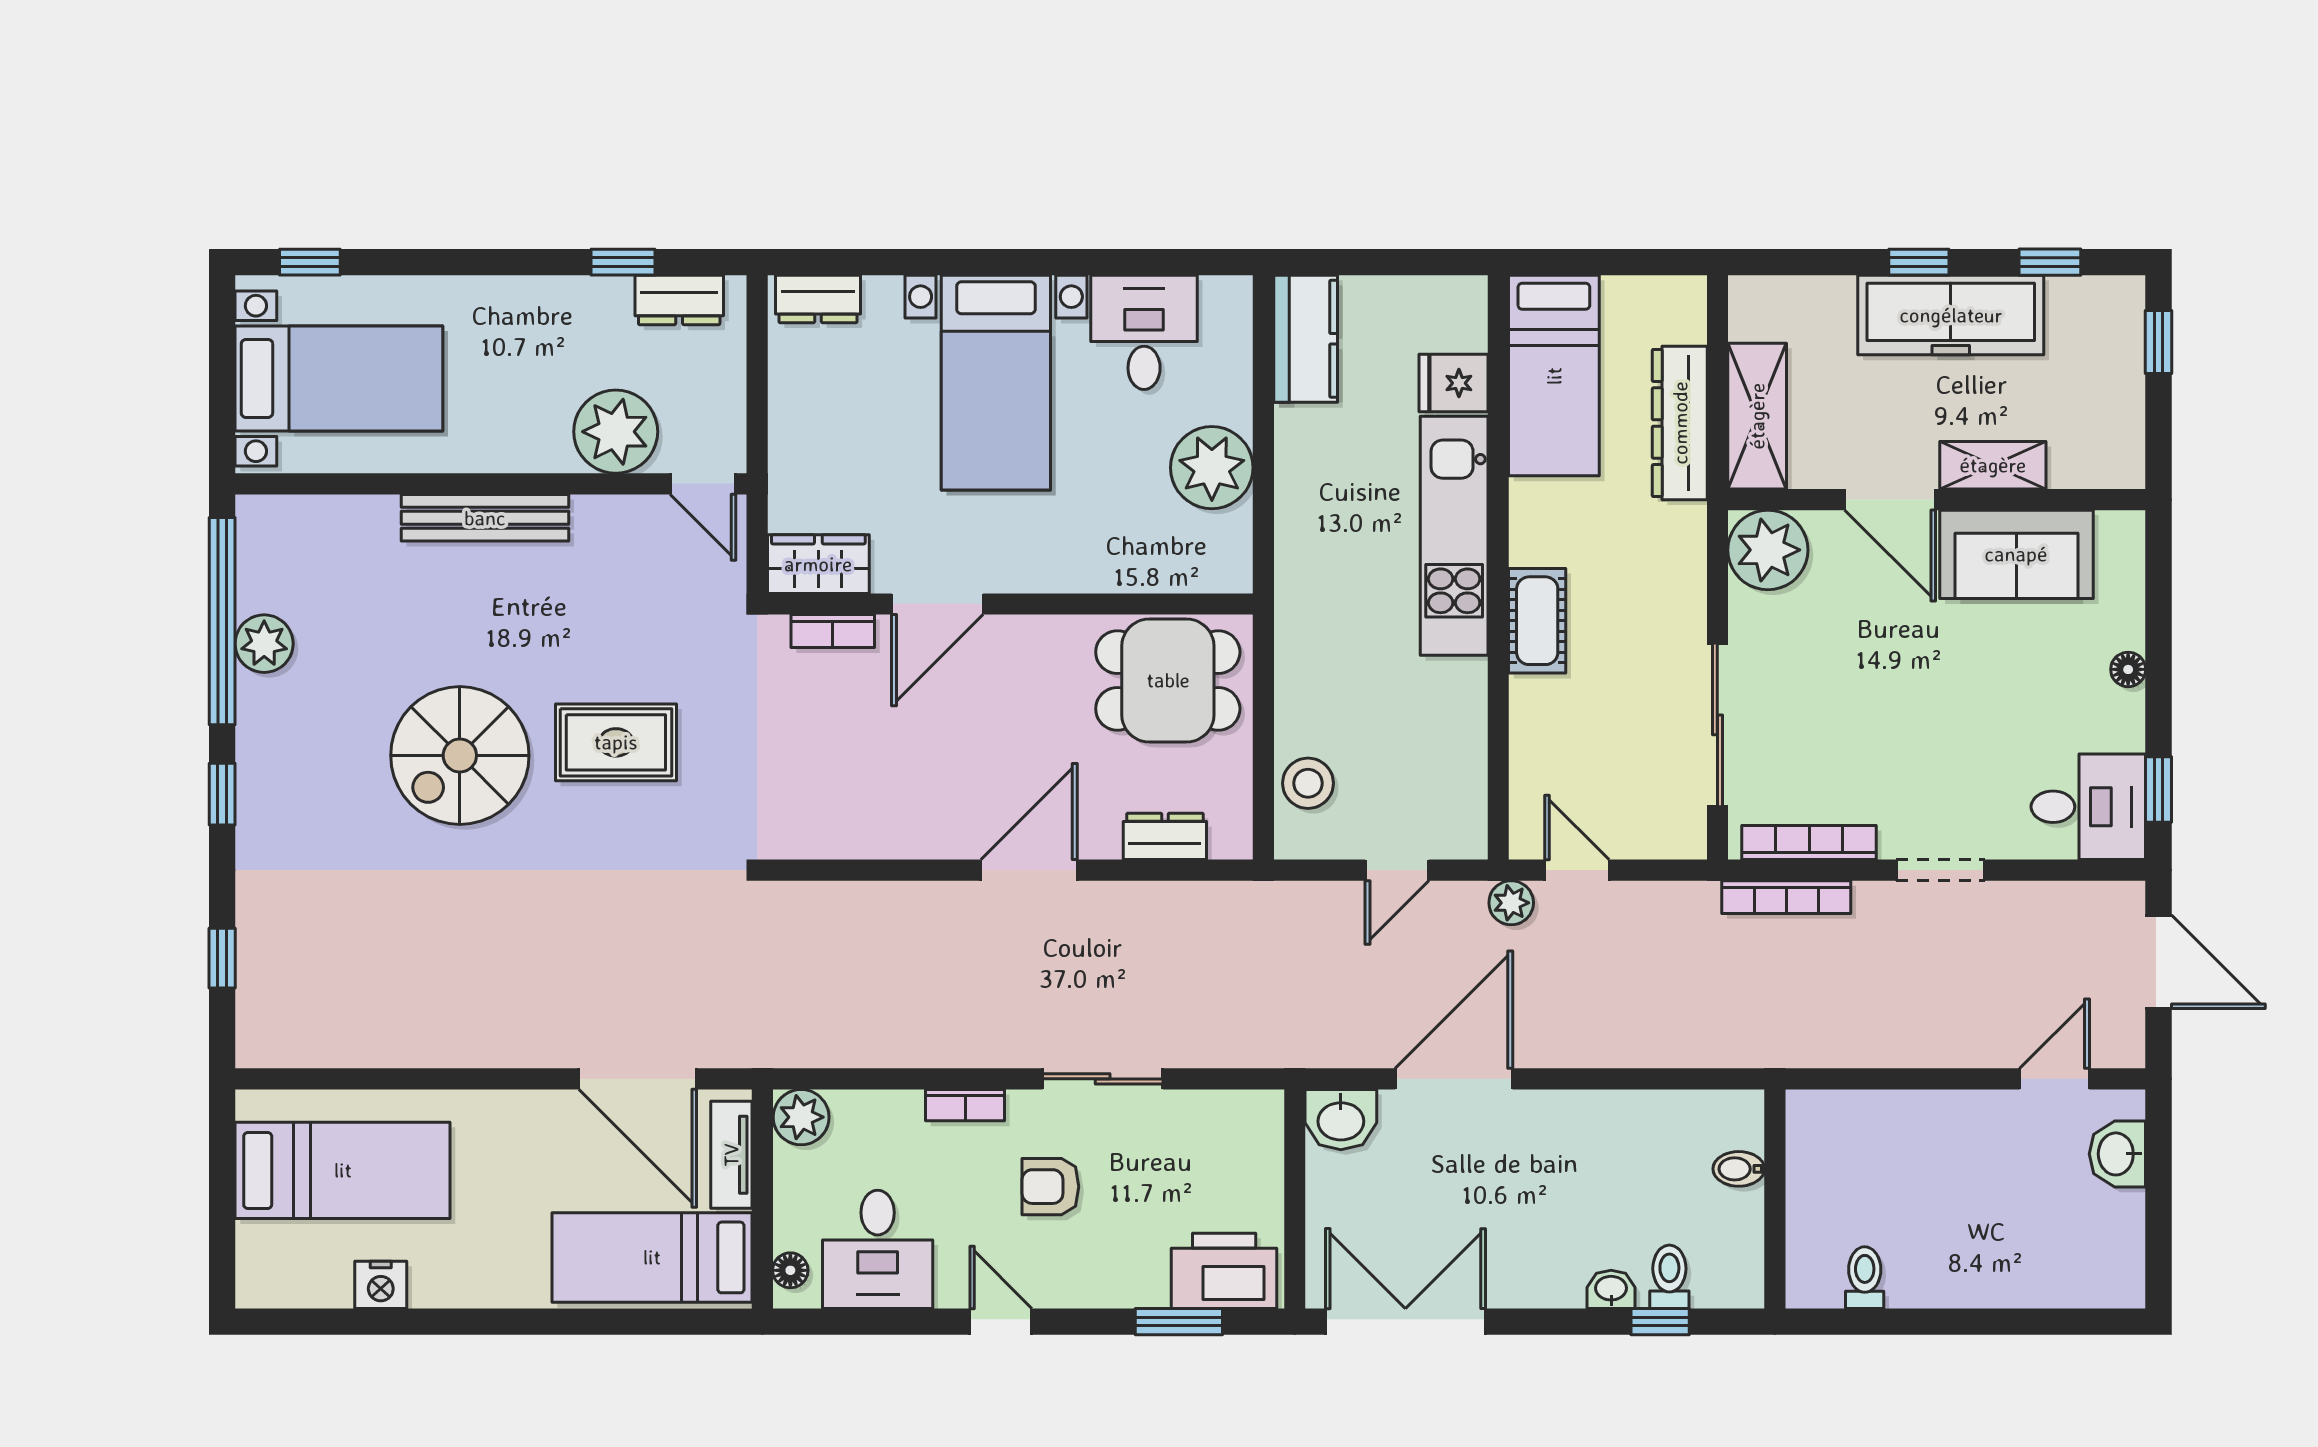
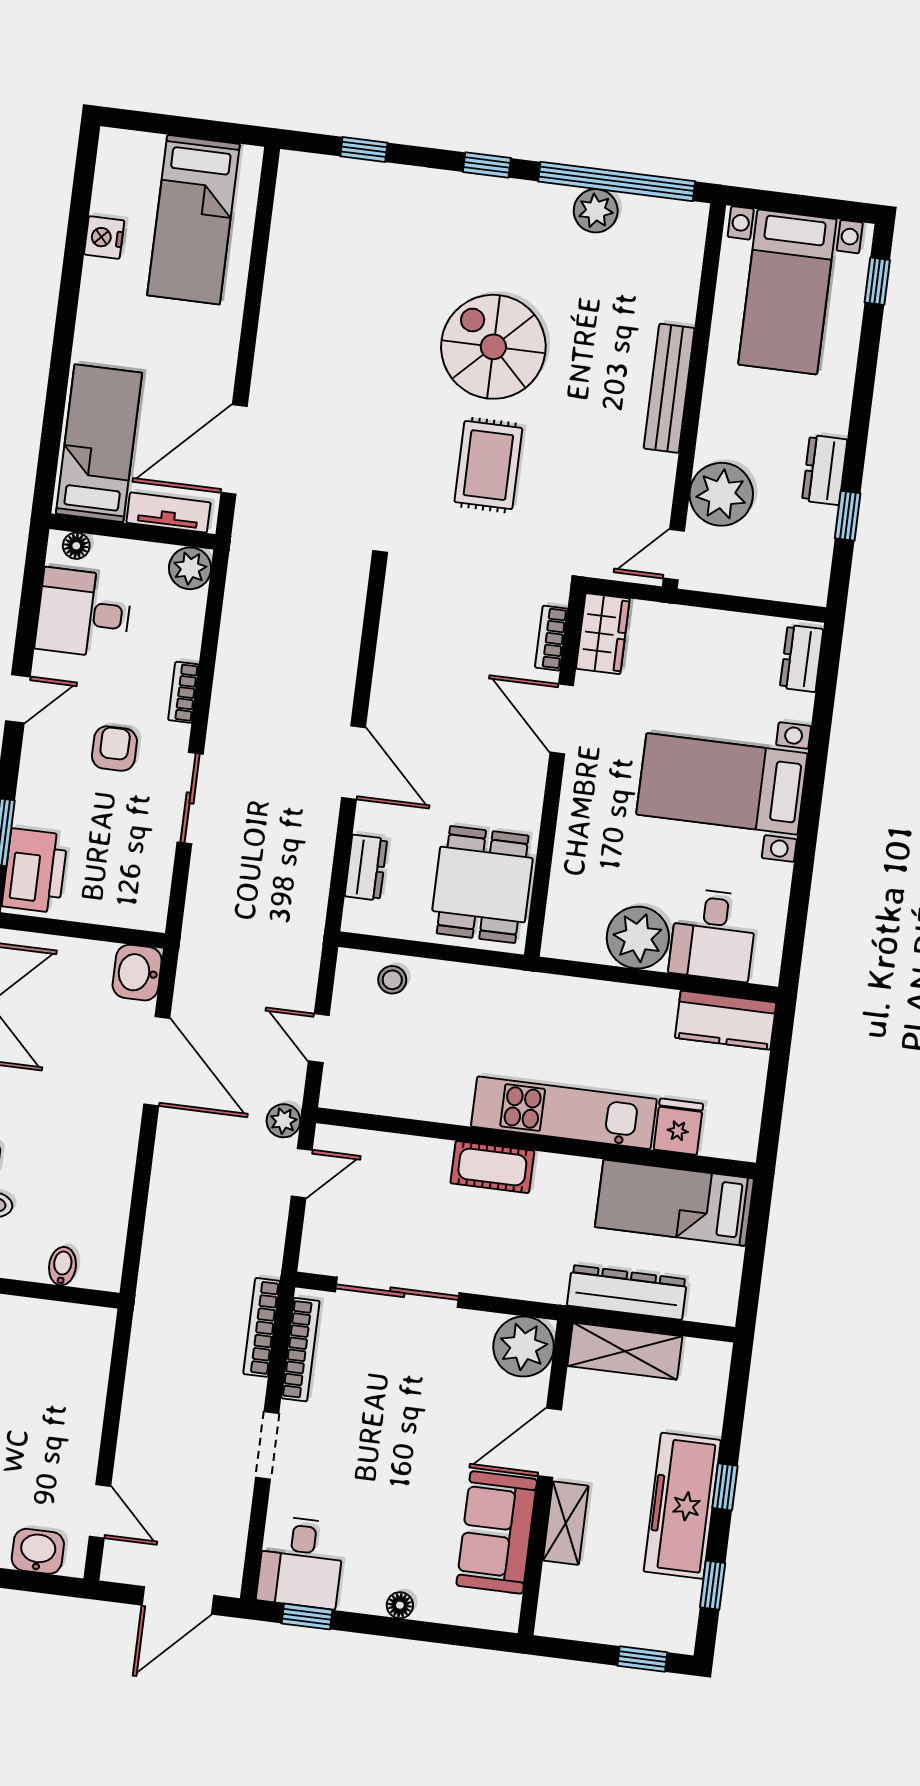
dresser: (679, 300) -> (825, 470), moved
desk: (1144, 332) -> (713, 935), moved, turned 90
stool: (1308, 783) -> (392, 980), width x0.73, depth x0.73

